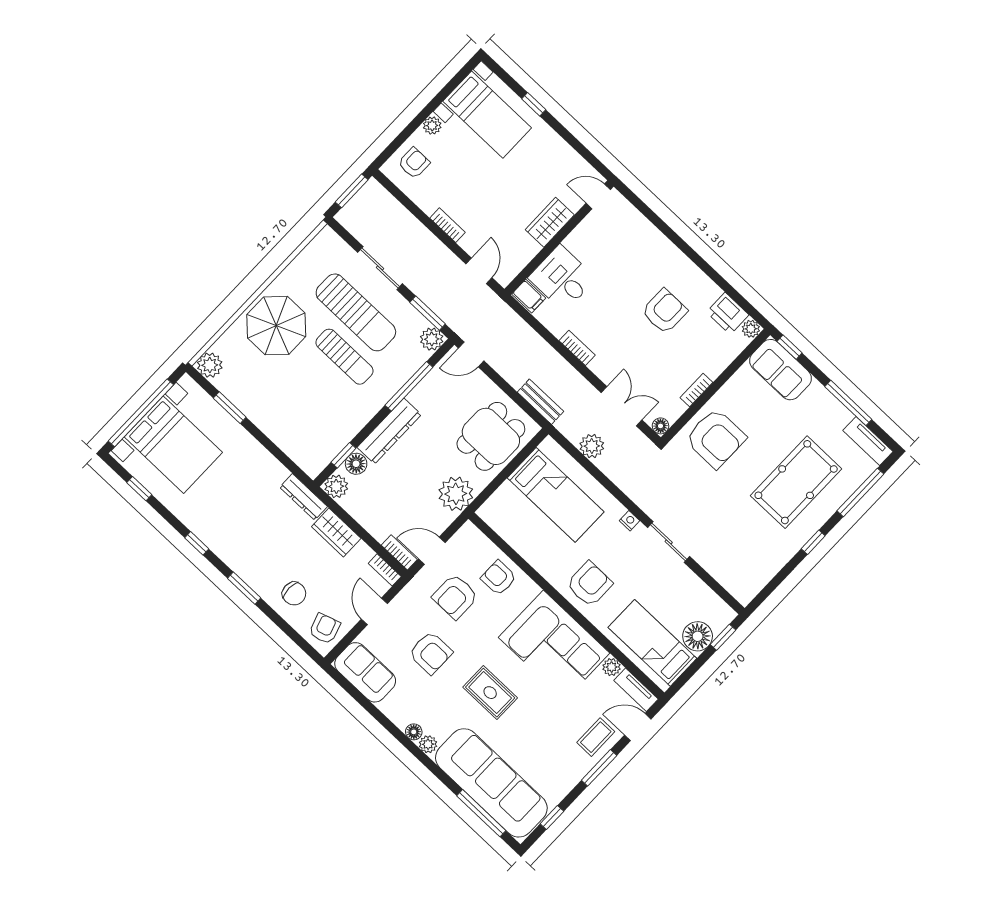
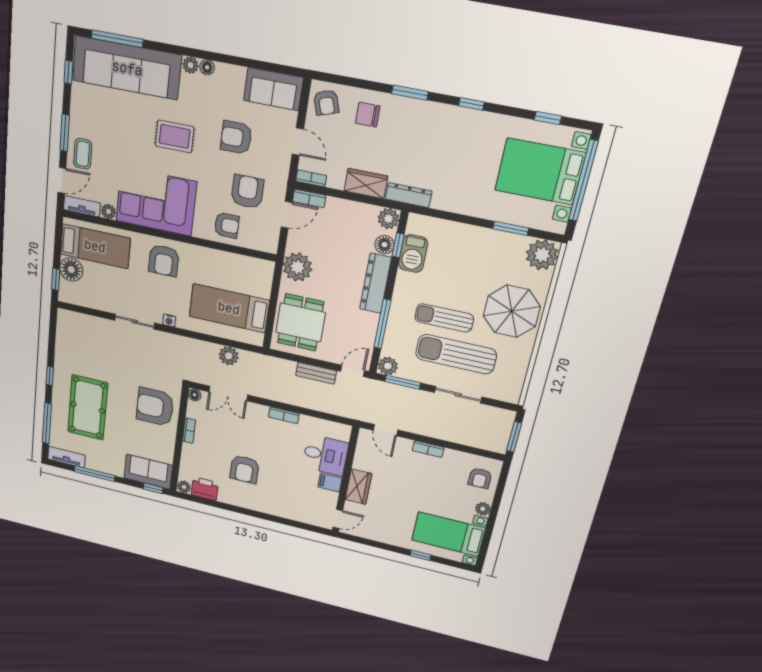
filing cabinet: (529, 296) -> (330, 483), moved
plant: (210, 365) -> (542, 255), width x1.36, depth x1.36
bench: (540, 402) -> (316, 373), moved
barbecue: (334, 439) -> (413, 254), added

